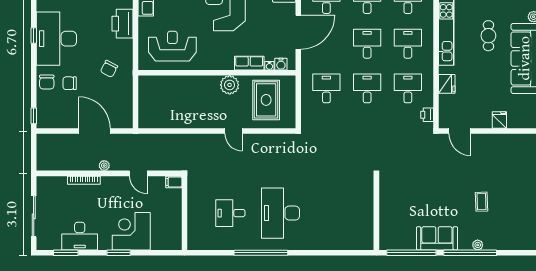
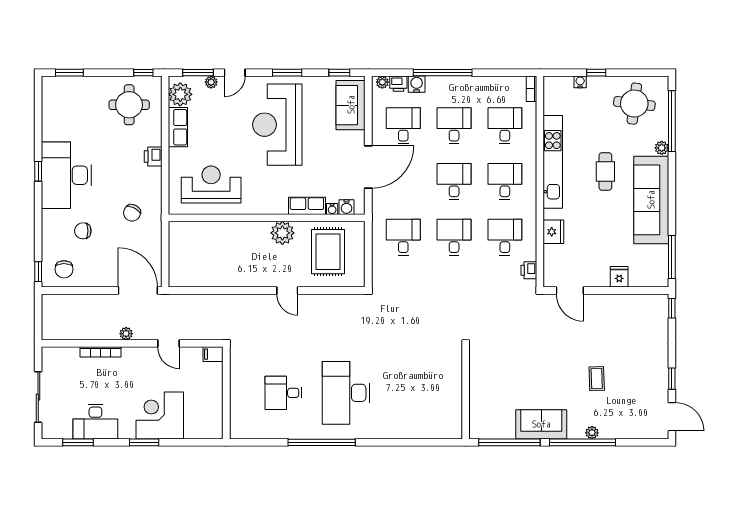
printer: (123, 24) -> (153, 157), width x0.53, depth x0.68
chair: (47, 82) -> (64, 269), moved
door: (94, 131) -> (138, 291), moved

